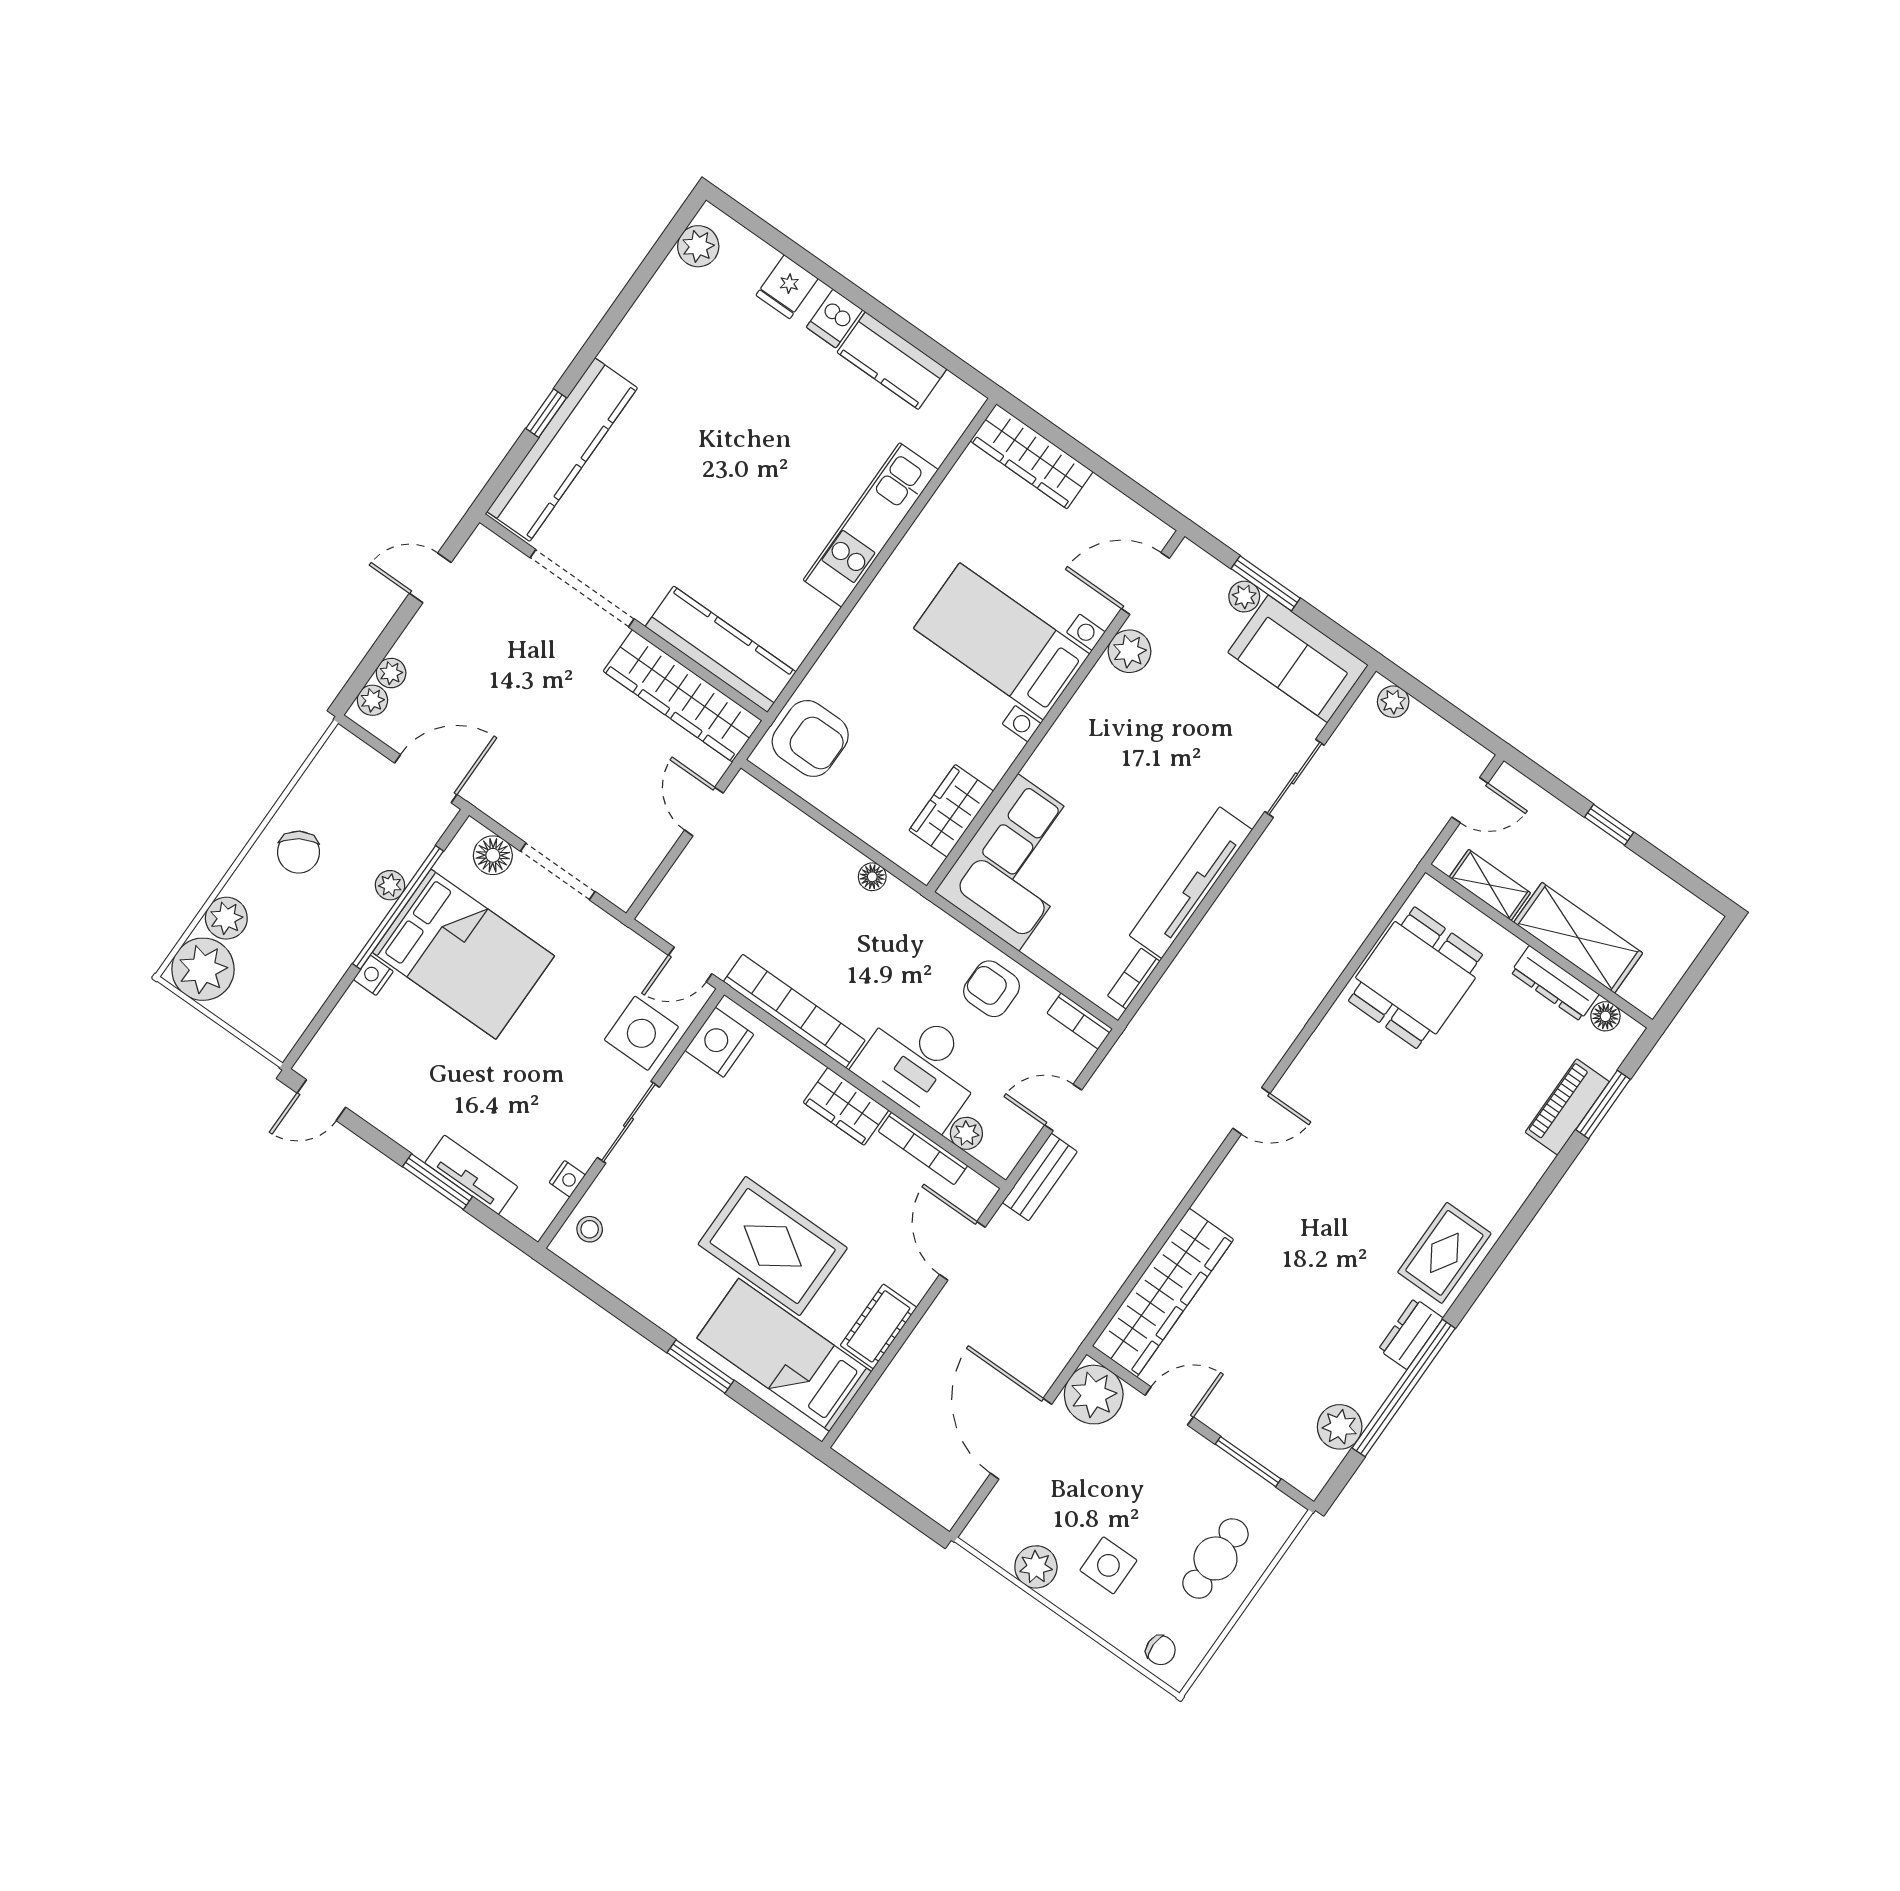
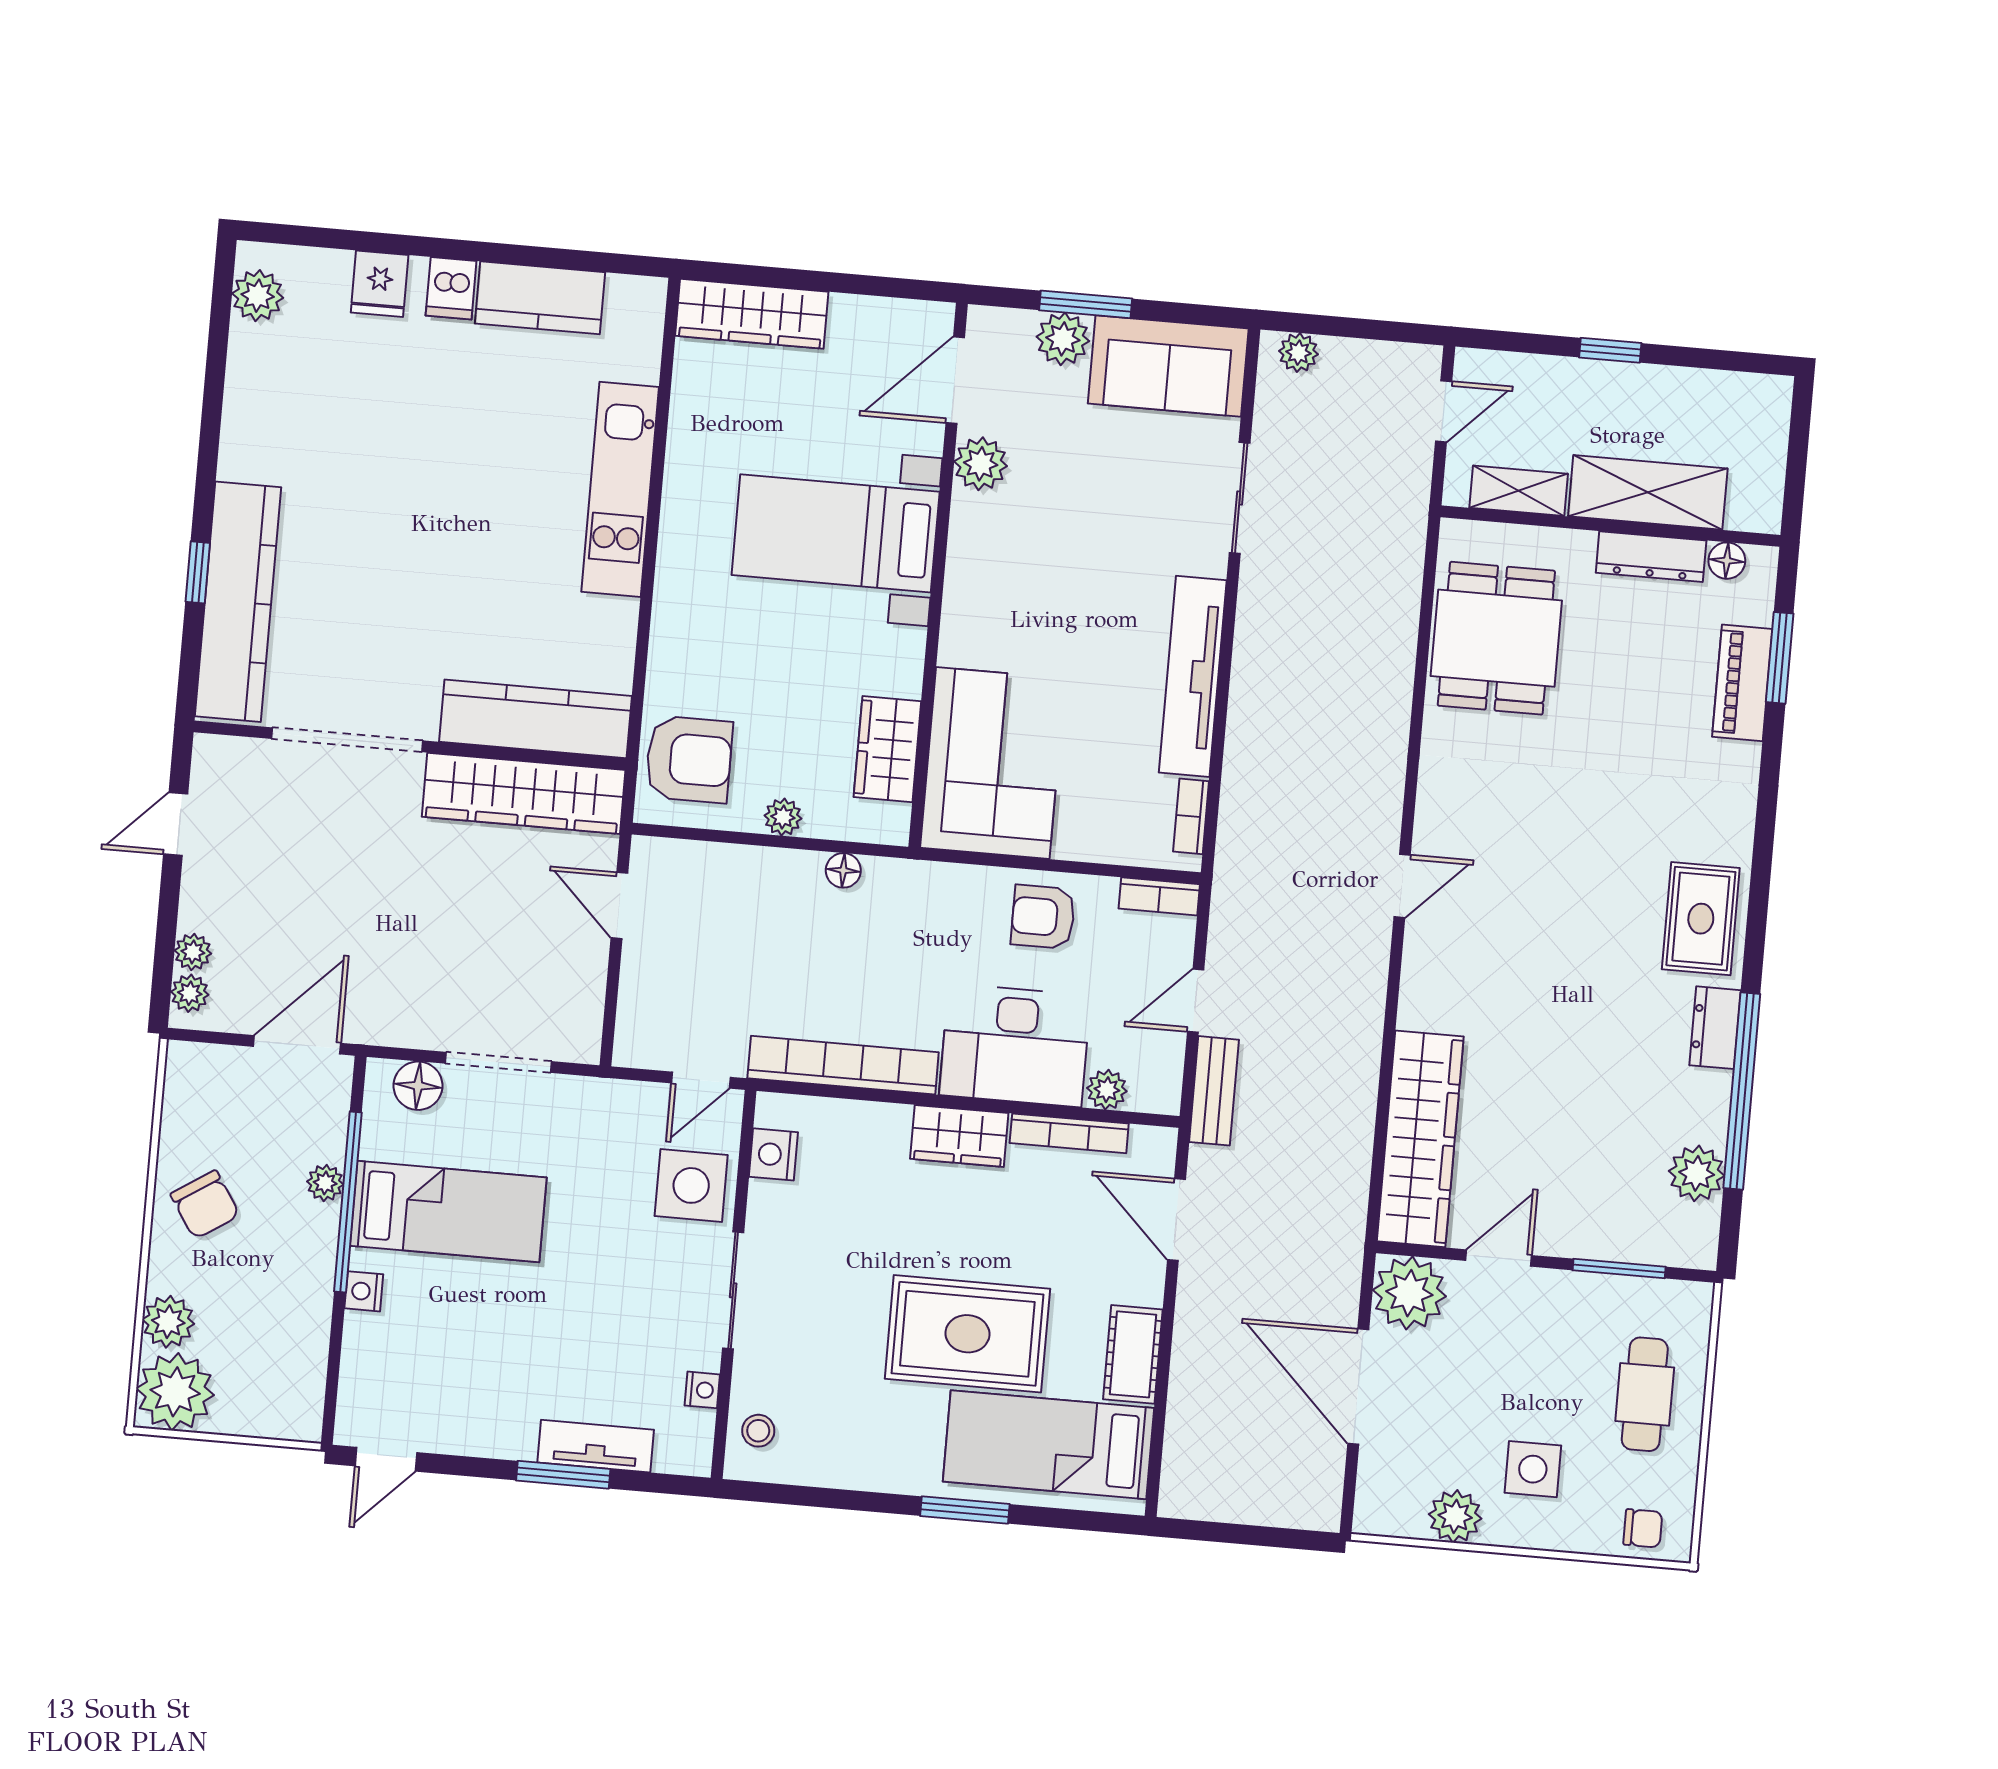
plant: (1244, 597) -> (1063, 339), width x1.38, depth x1.38
plant: (852, 816) -> (783, 817), added
bed: (463, 954) -> (448, 1212), width x0.67
nightstand: (719, 1042) -> (773, 1154), width x0.74, depth x0.75

